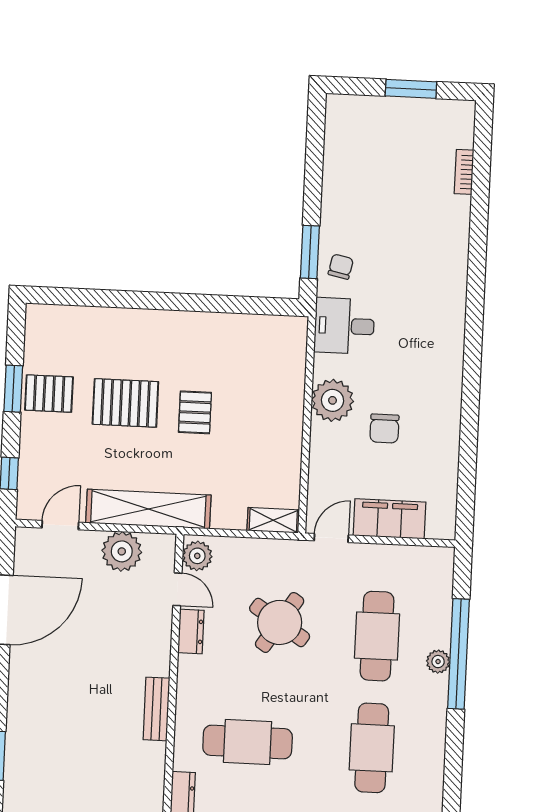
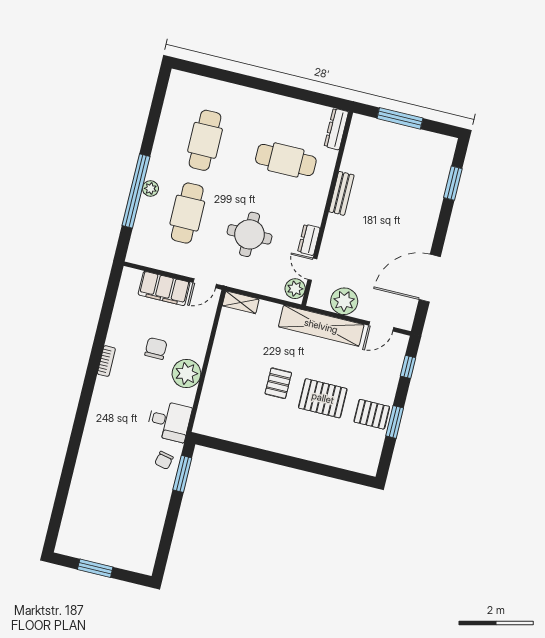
bookcase: (464, 172) -> (106, 361), moved
round table: (280, 622) -> (250, 234), turned -33

